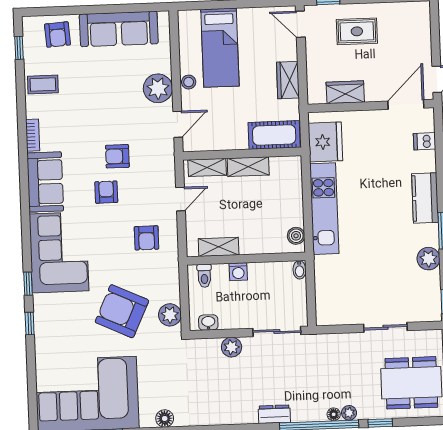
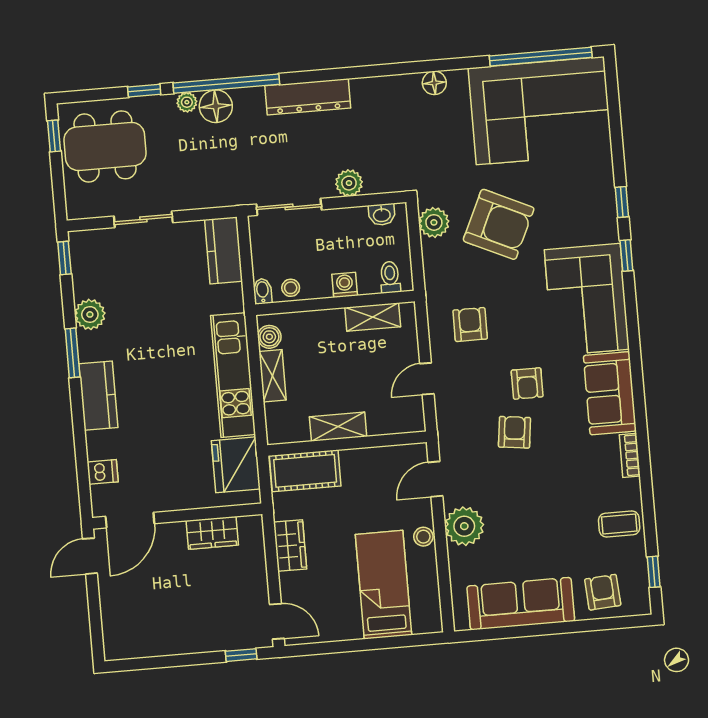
rug: (357, 31) -> (201, 615), removed
armchair: (117, 156) -> (514, 432), turned -83
shelving: (207, 167) -> (273, 376), moved, turned 90
stool: (278, 271) -> (291, 288), added
kitchen counter: (327, 301) -> (224, 250), added
dresser: (274, 414) -> (308, 97), width x1.96, depth x1.24
floor lamp: (334, 414) -> (216, 106), width x1.89, depth x1.89

